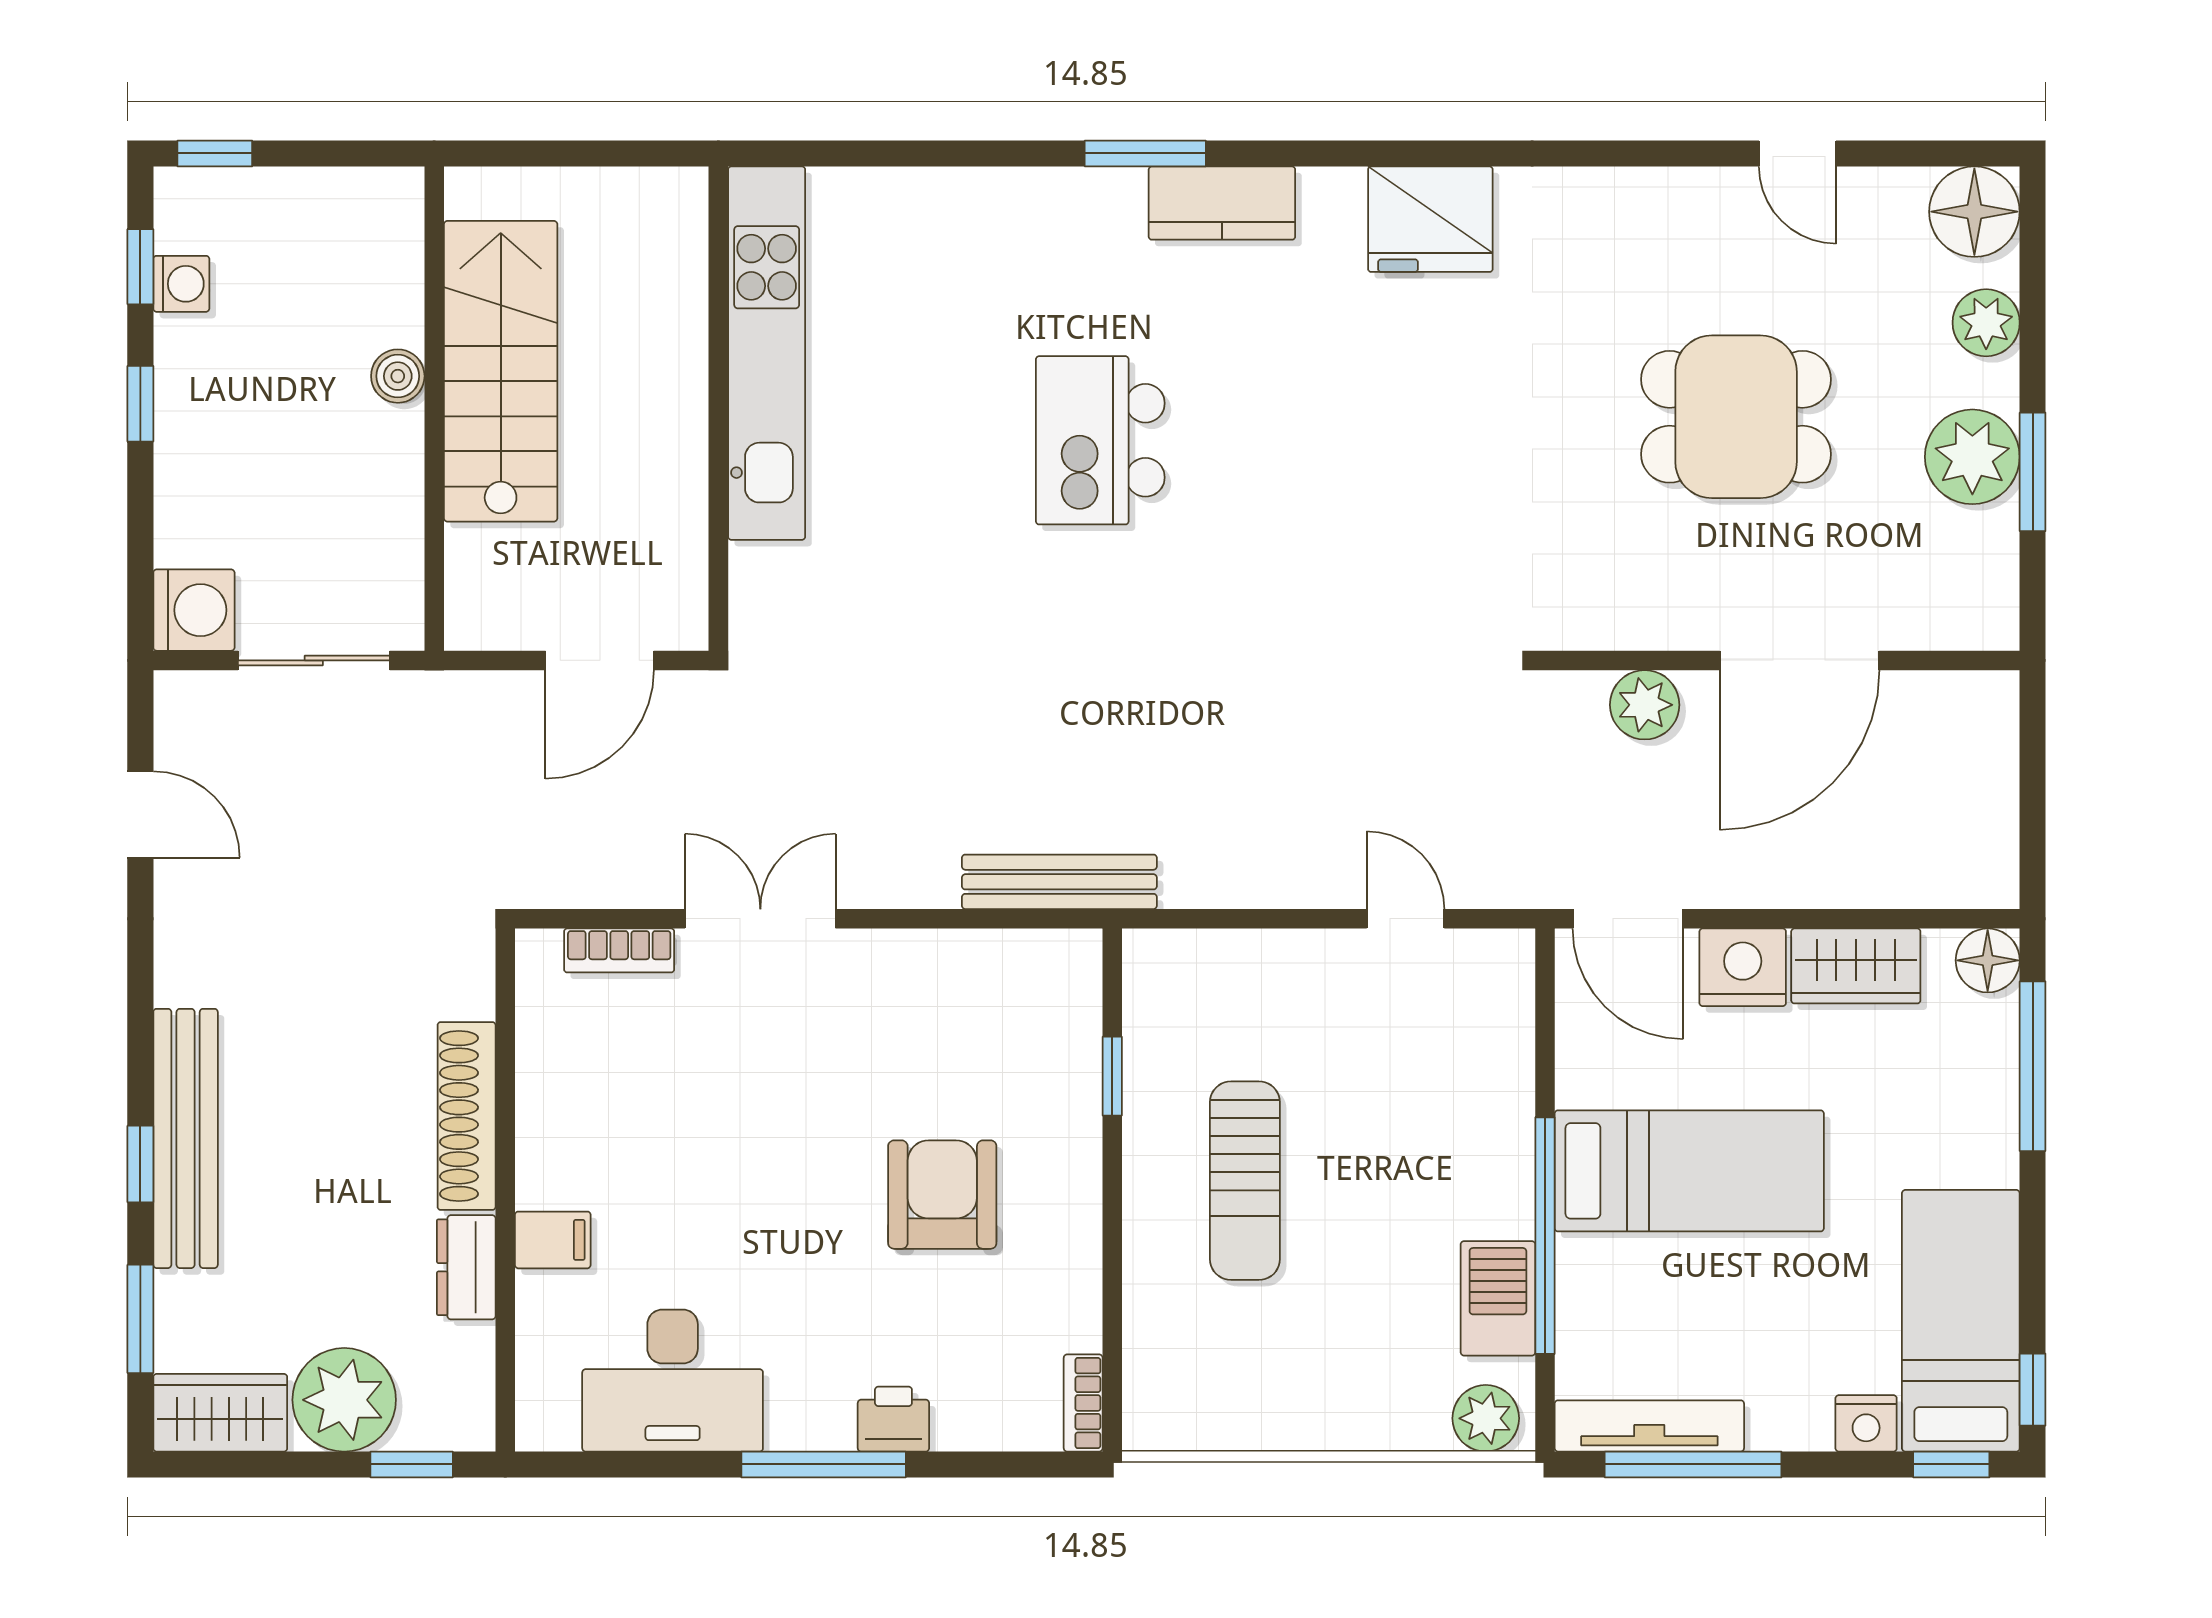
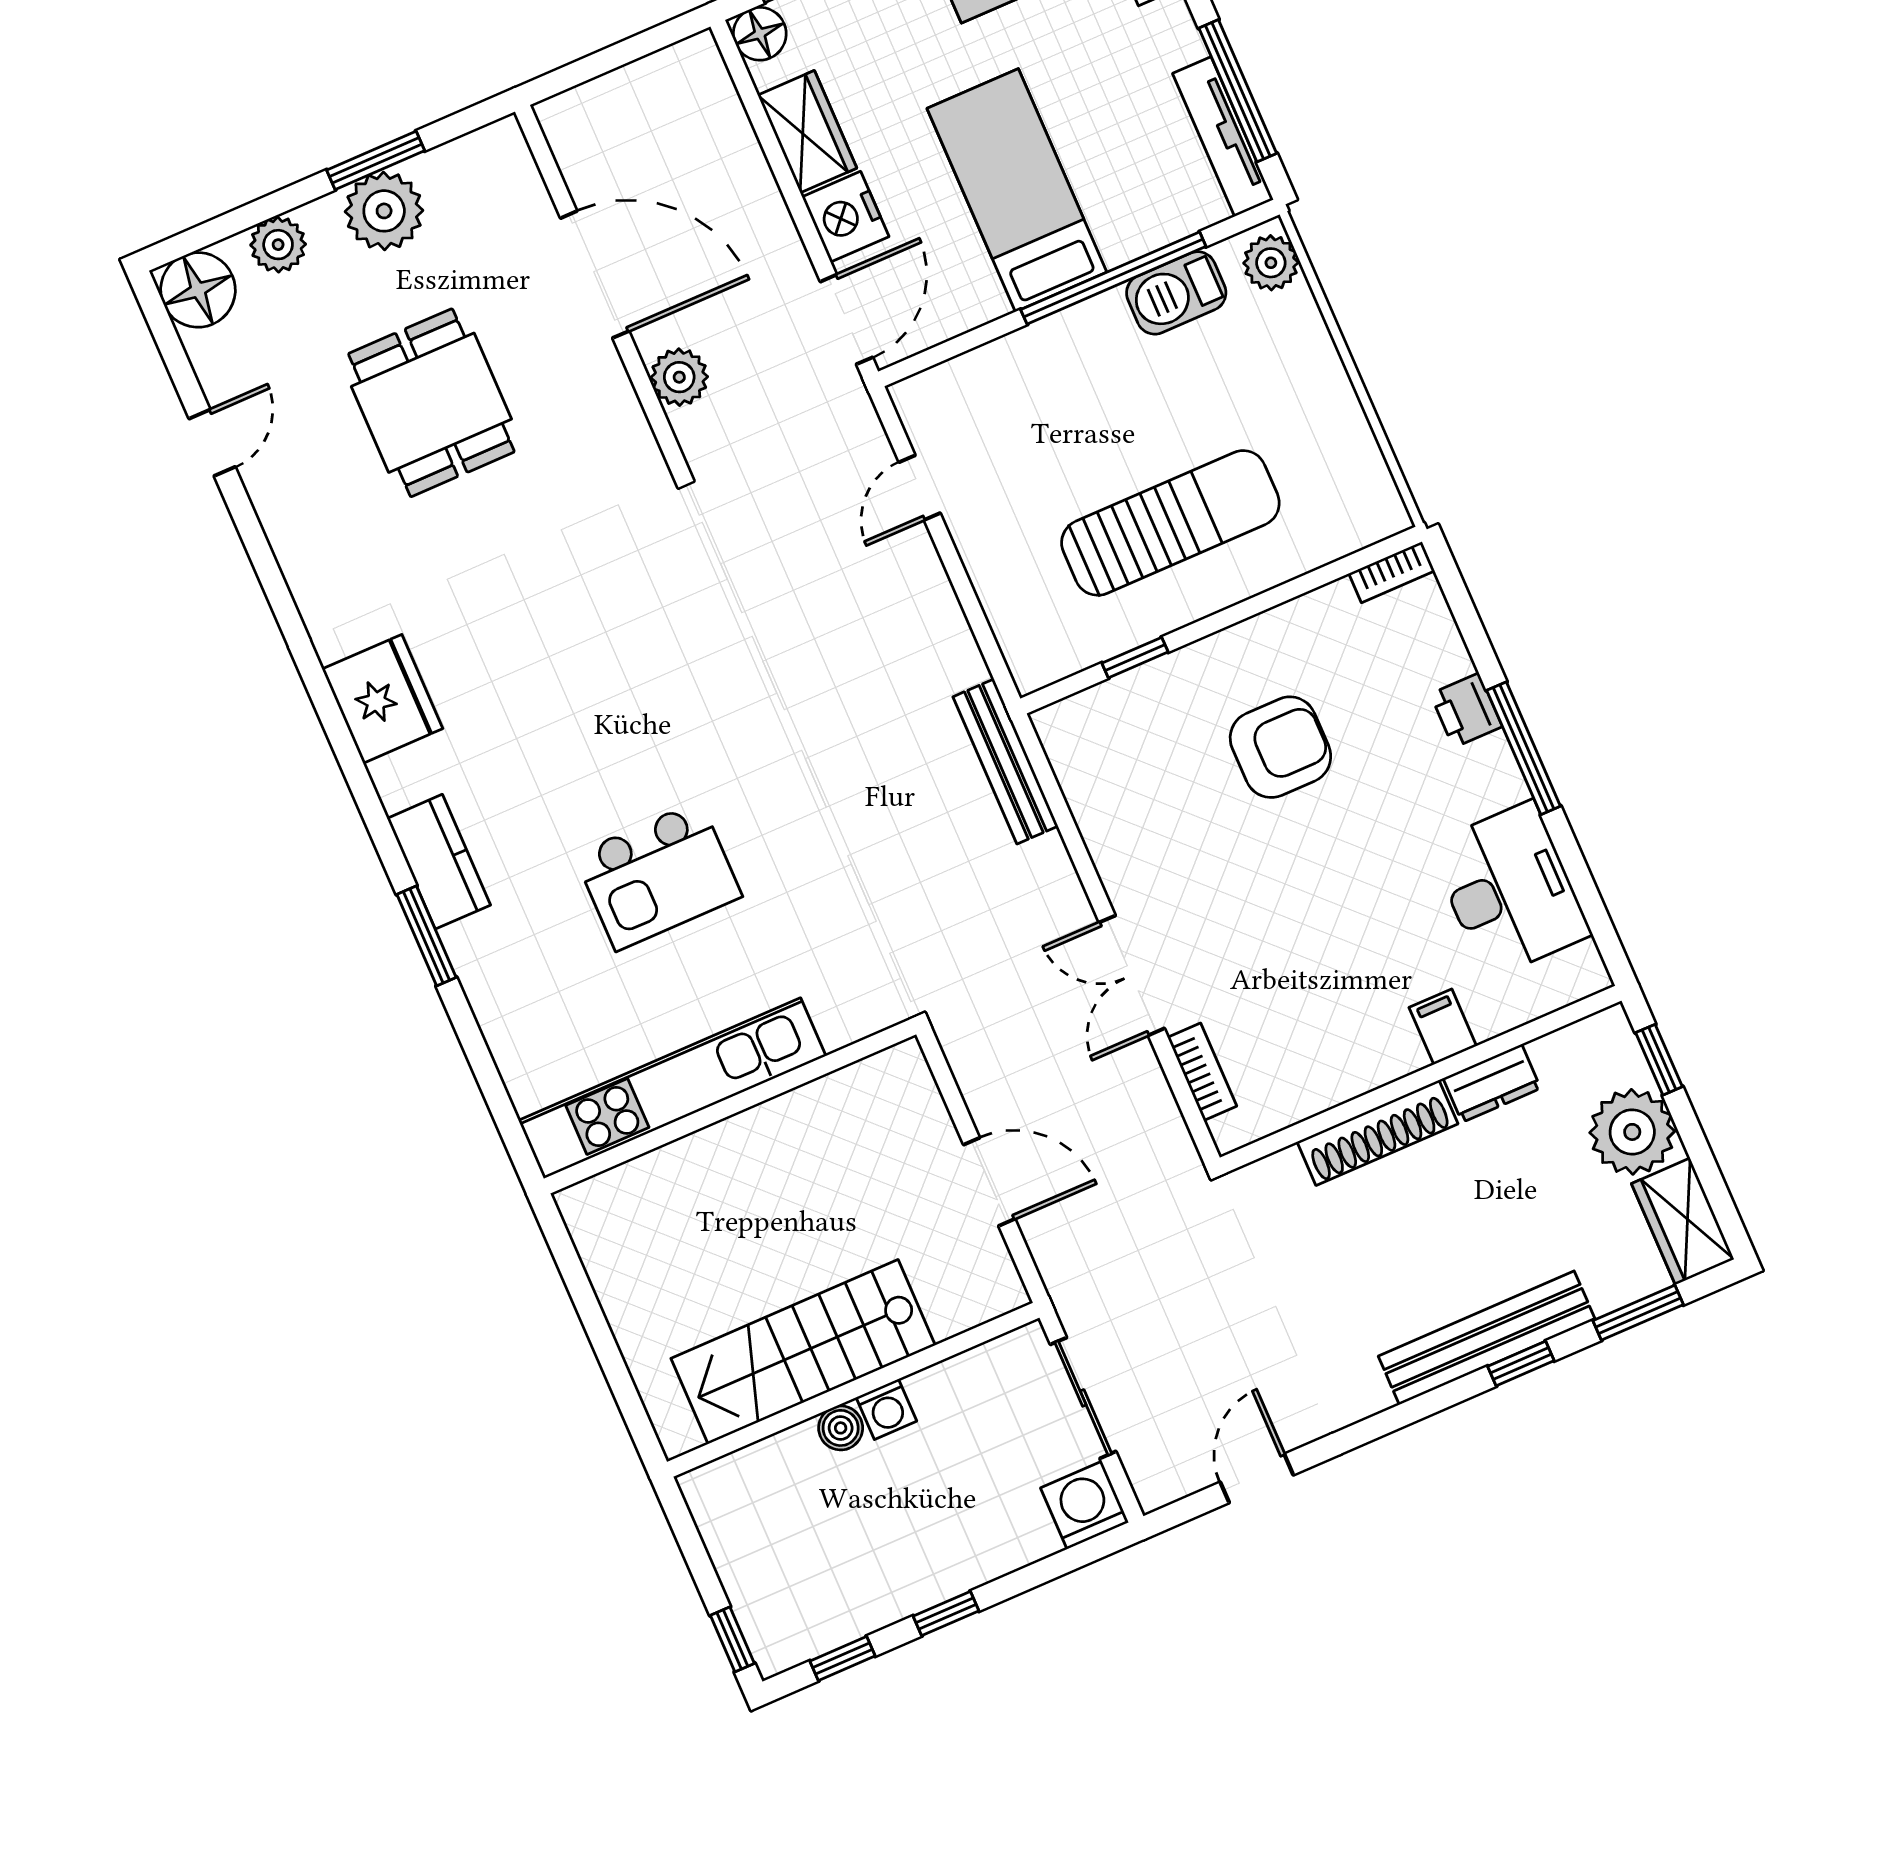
washing machine: (181, 284) -> (886, 1409), moved, turned 180
kitchen unit: (767, 353) -> (672, 1088), moved
wall: (718, 409) -> (730, 1107), moved
sun lounger: (1245, 1181) -> (1170, 523), width x1.36, depth x1.34
armchair: (942, 1195) -> (1280, 747), turned 180

